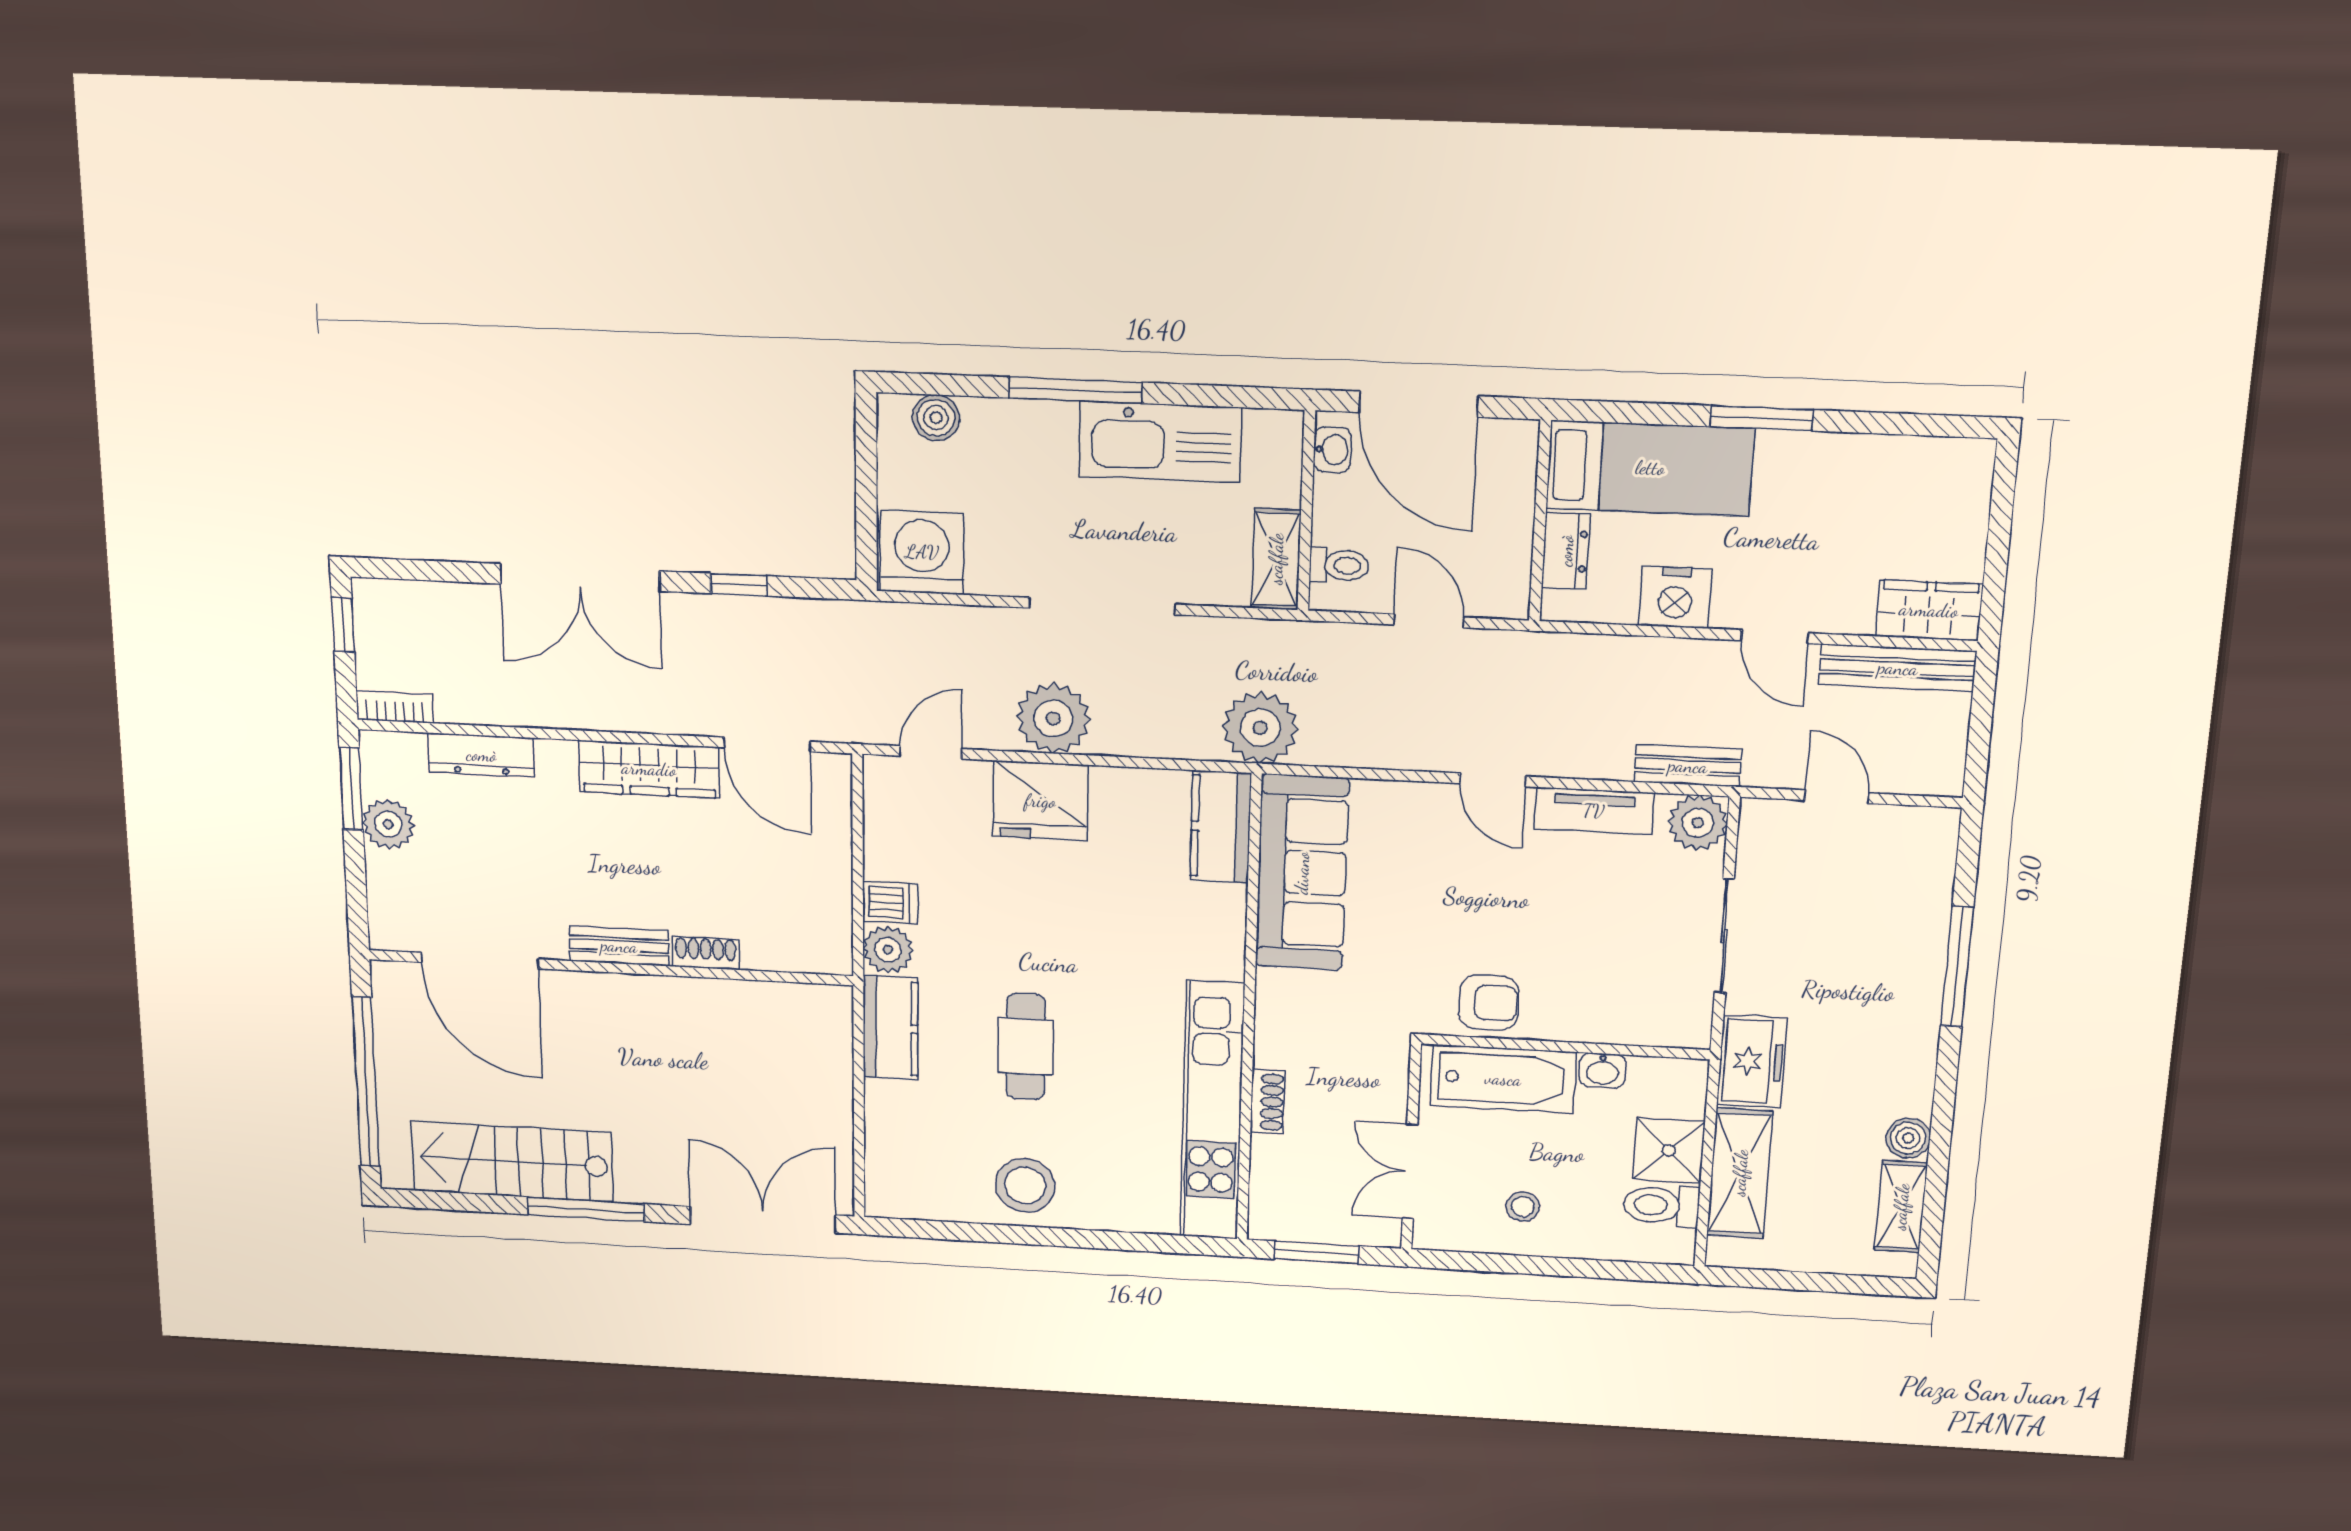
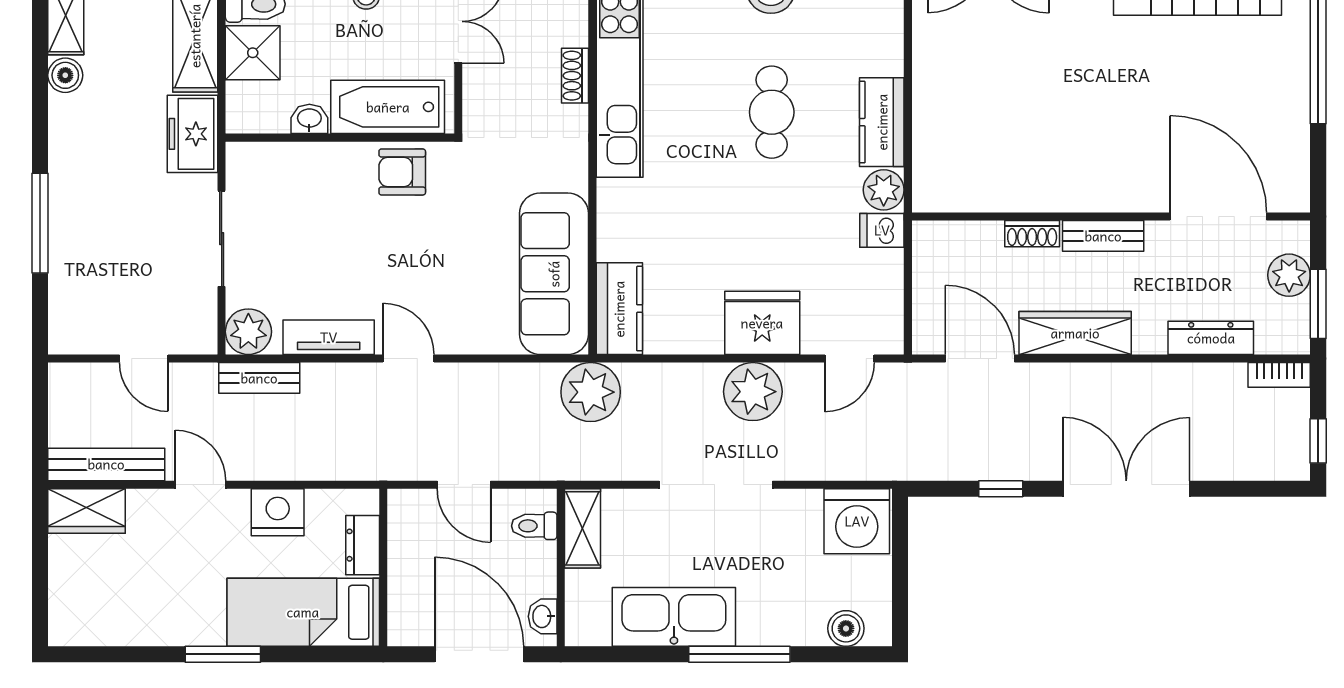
bench: (619, 946) -> (1103, 236), moved
shoe rack: (706, 953) -> (1032, 234), moved
door: (480, 961) -> (1218, 217), moved
wall: (610, 968) -> (1111, 217), moved

